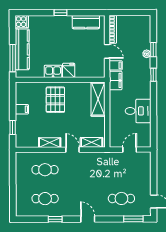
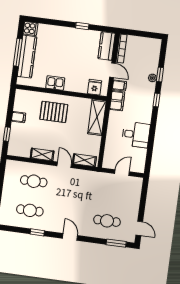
window: (61, 13) -> (82, 26), moved
kitchen counter: (86, 22) -> (107, 46), moved, turned 90
window: (13, 58) -> (18, 52), moved
fridge: (69, 70) -> (95, 87), moved
pallet: (55, 100) -> (54, 112), turned 90

